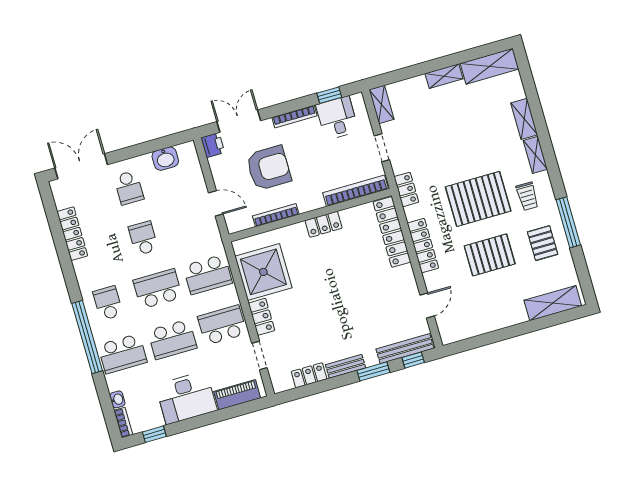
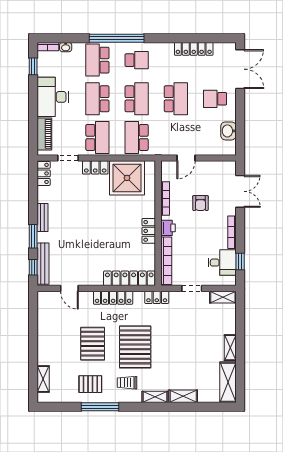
printer: (213, 145) -> (168, 228), moved, turned -90
armchair: (269, 168) -> (201, 203), width x0.53, depth x0.53
school desk: (143, 238) -> (176, 99), width x1.85
shelving: (553, 303) -> (43, 379), width x0.67, depth x0.75
locker: (309, 375) -> (44, 173), moved

